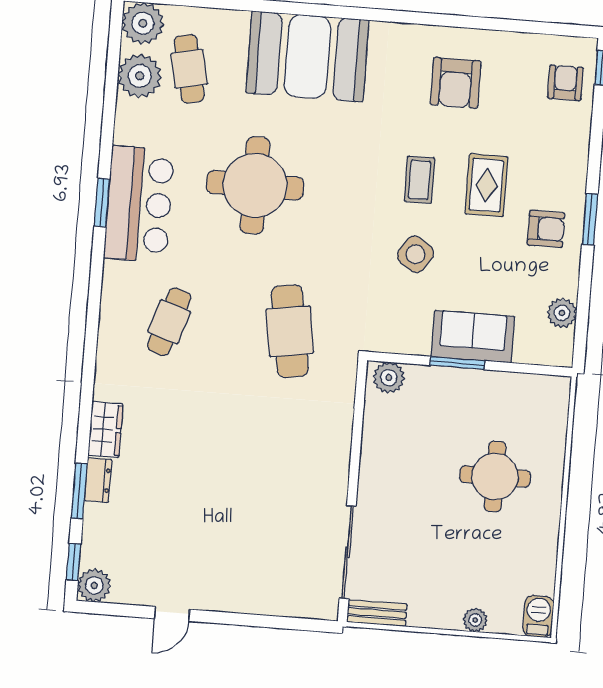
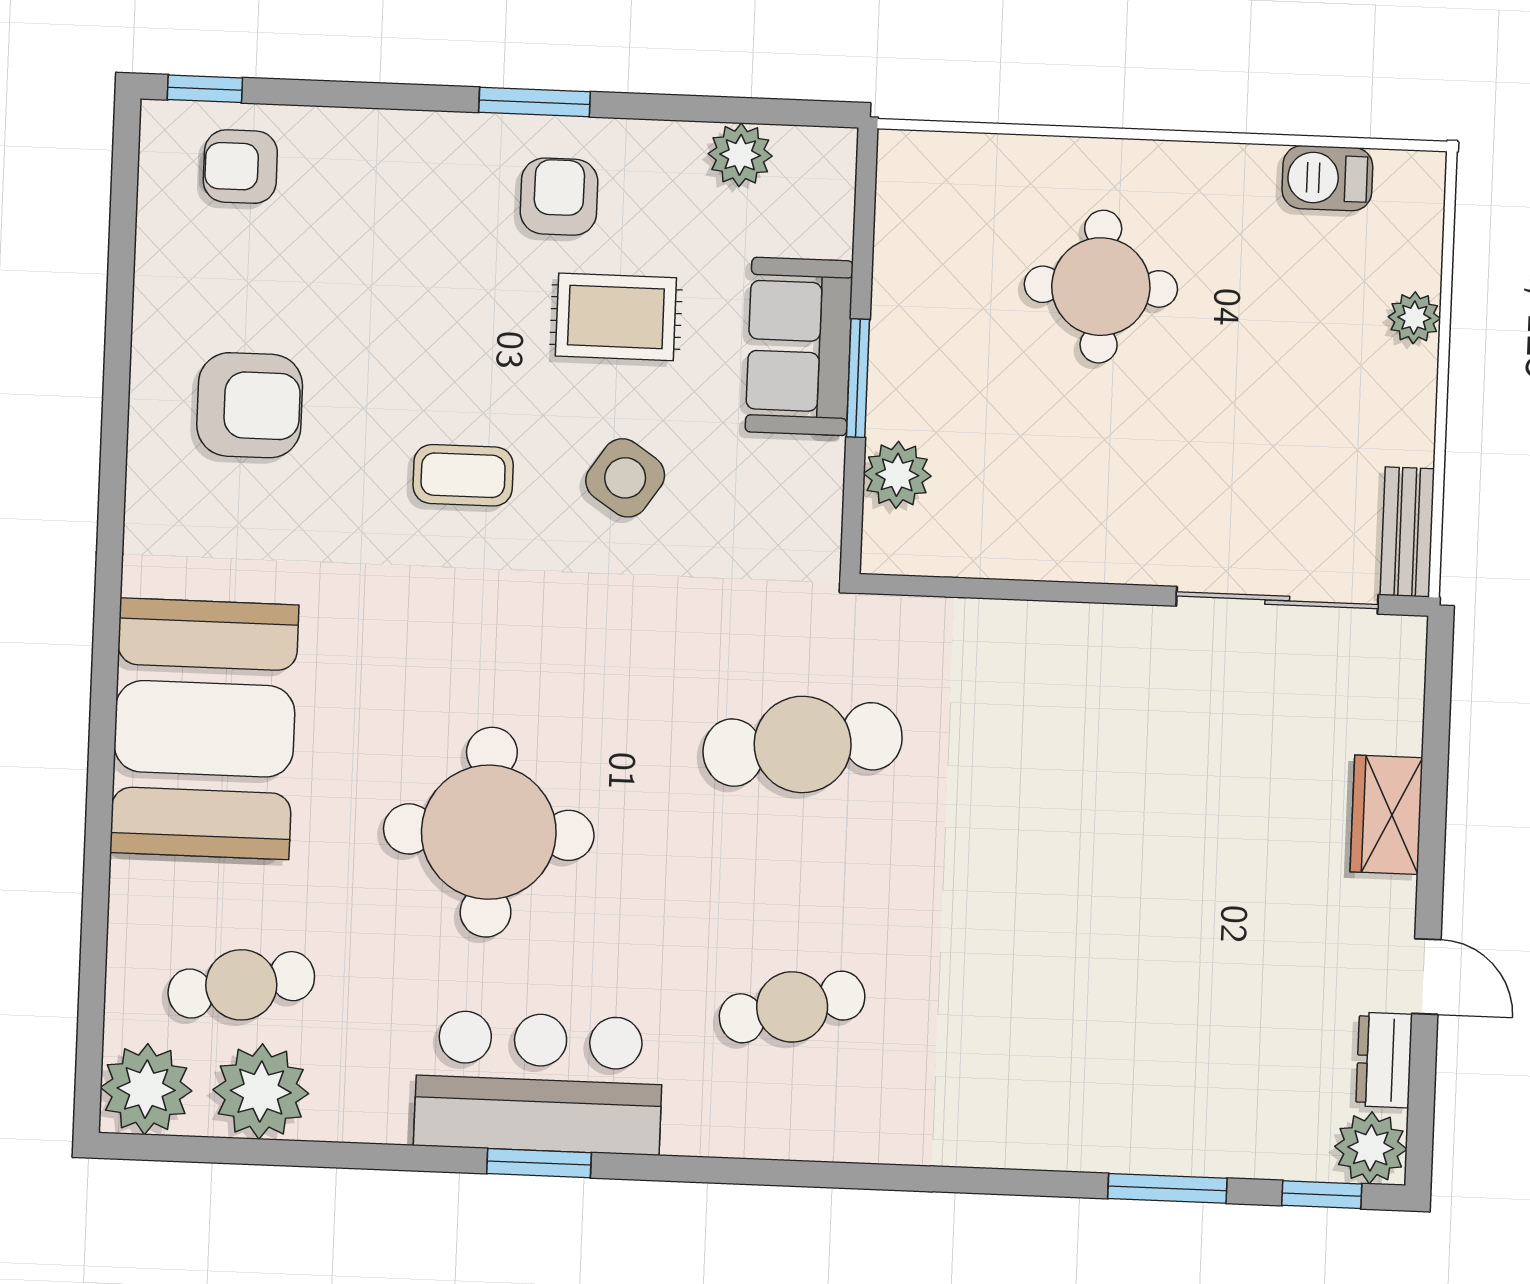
rug: (486, 185) -> (616, 317), moved
cafe table: (169, 322) -> (792, 1007), turned -33
plant: (389, 378) -> (897, 475), moved
wardrobe: (105, 430) -> (1386, 815), moved, turned -90
dresser: (98, 480) -> (1384, 1060), moved, turned -90
barbecue: (538, 616) -> (1327, 178), moved

